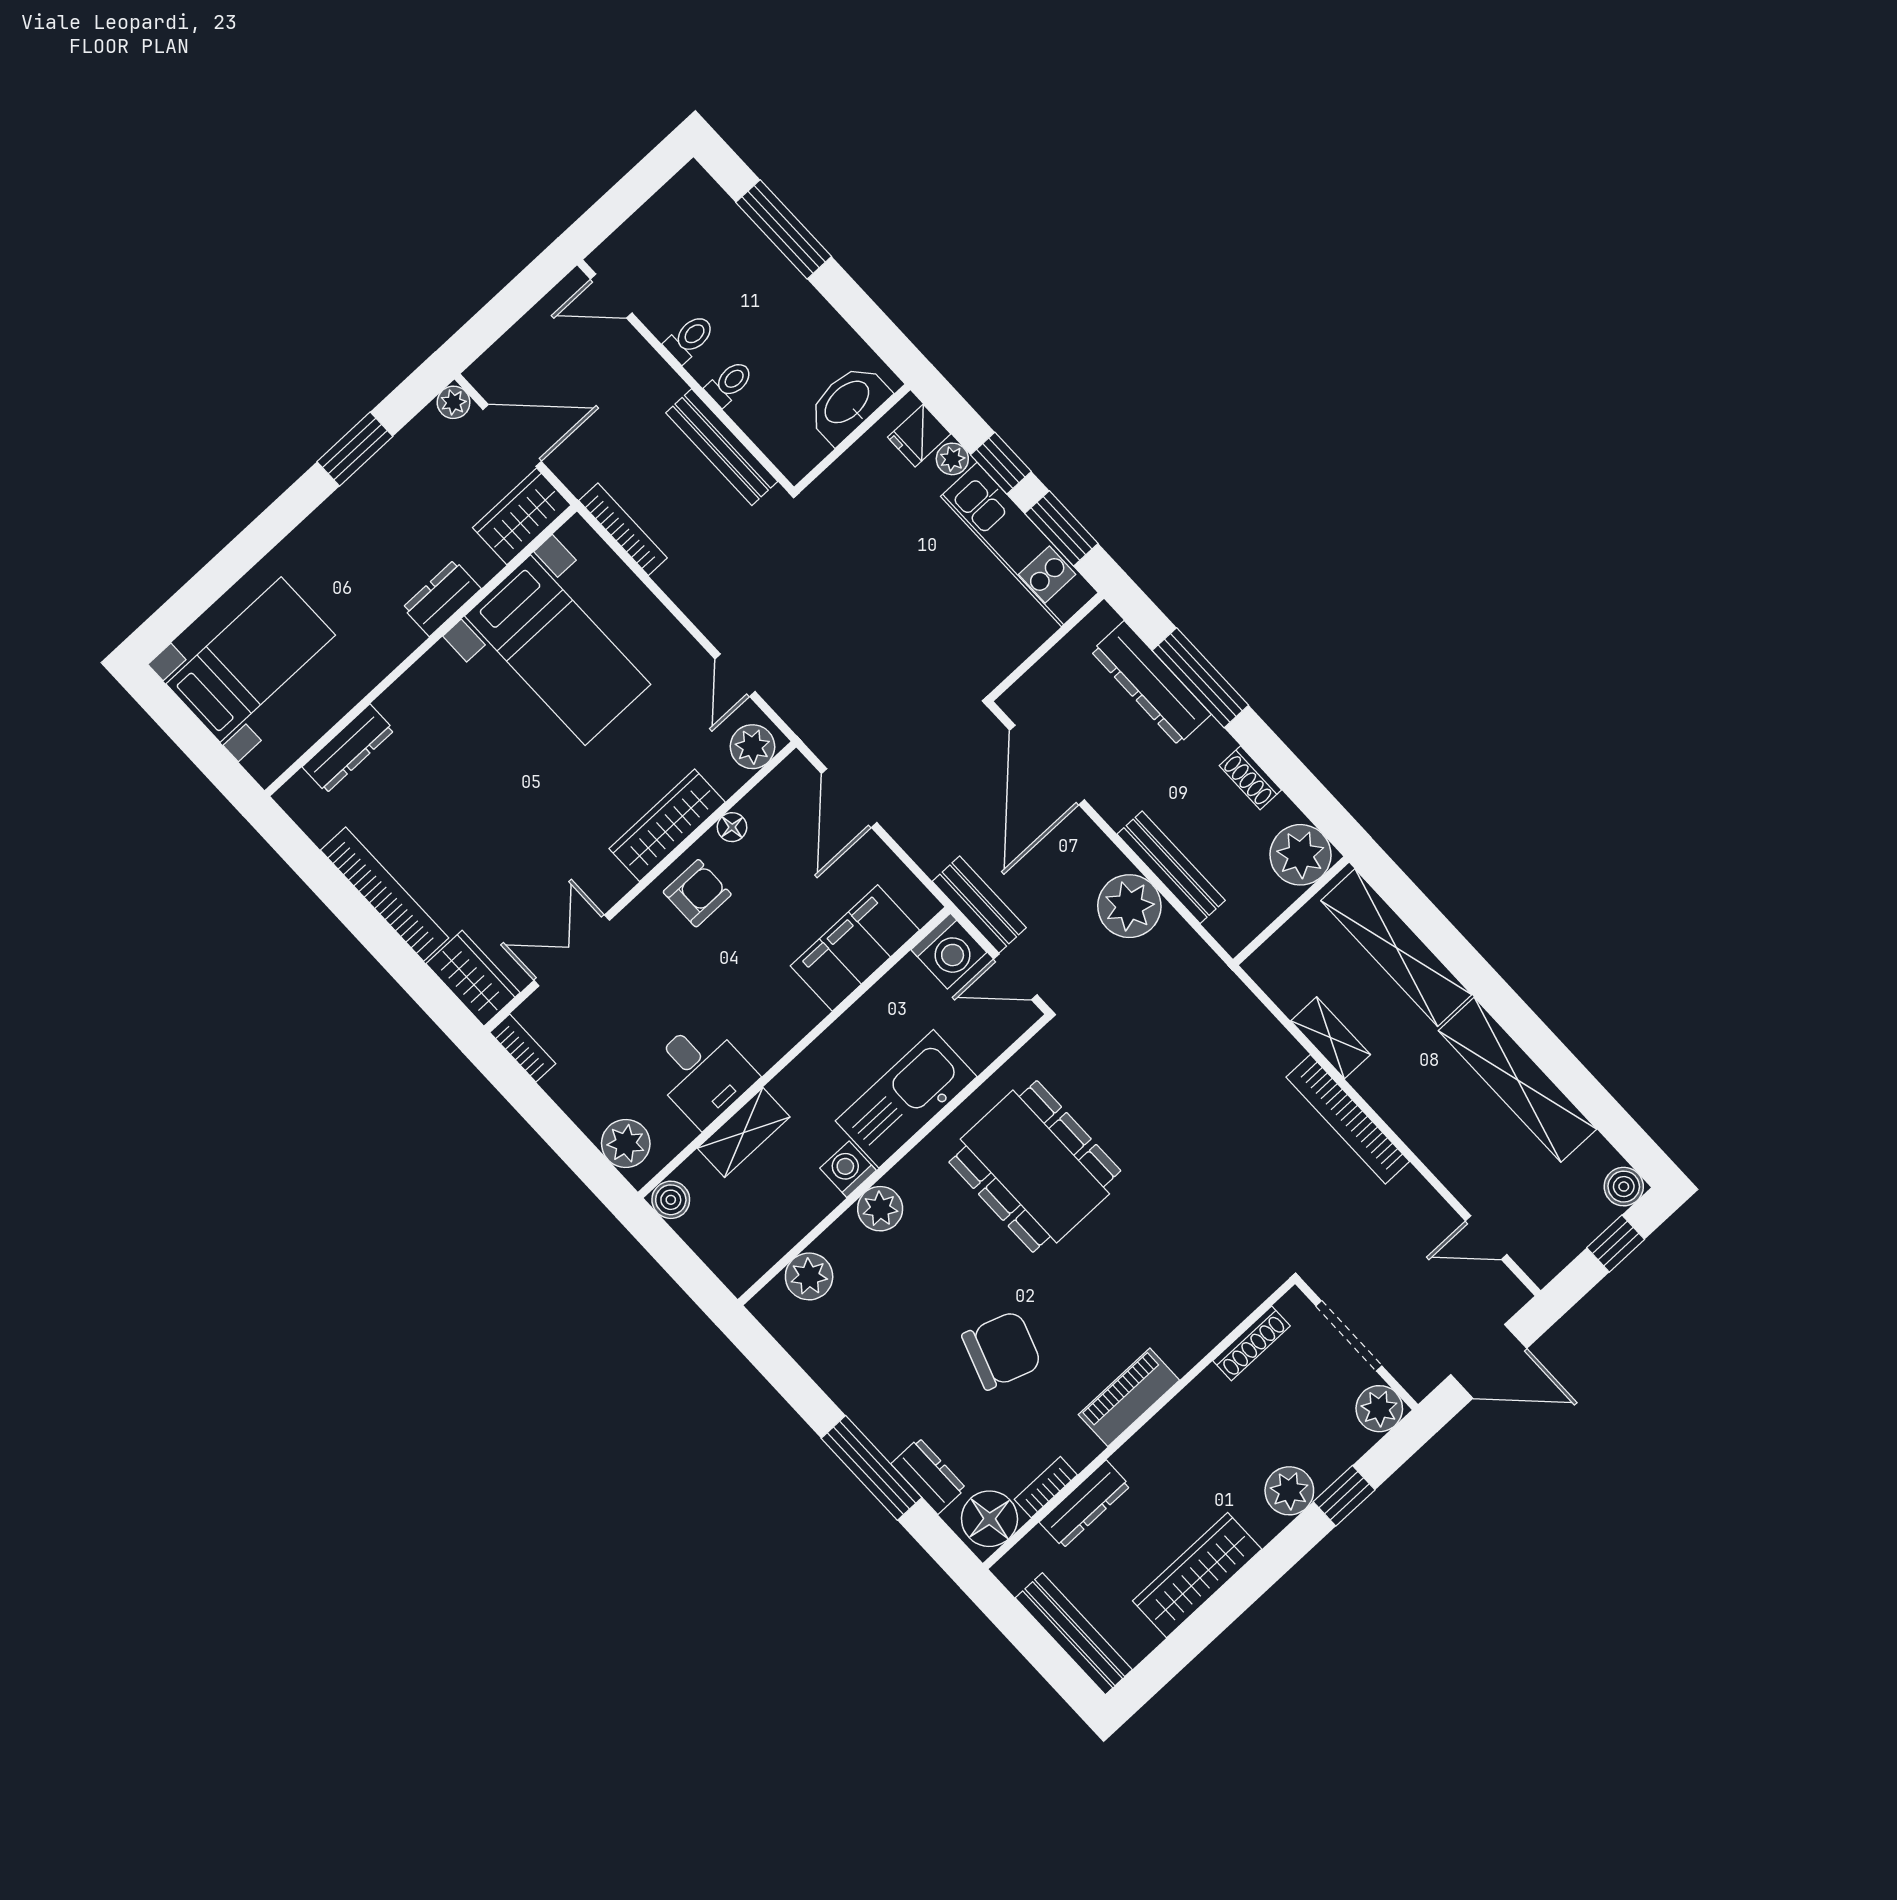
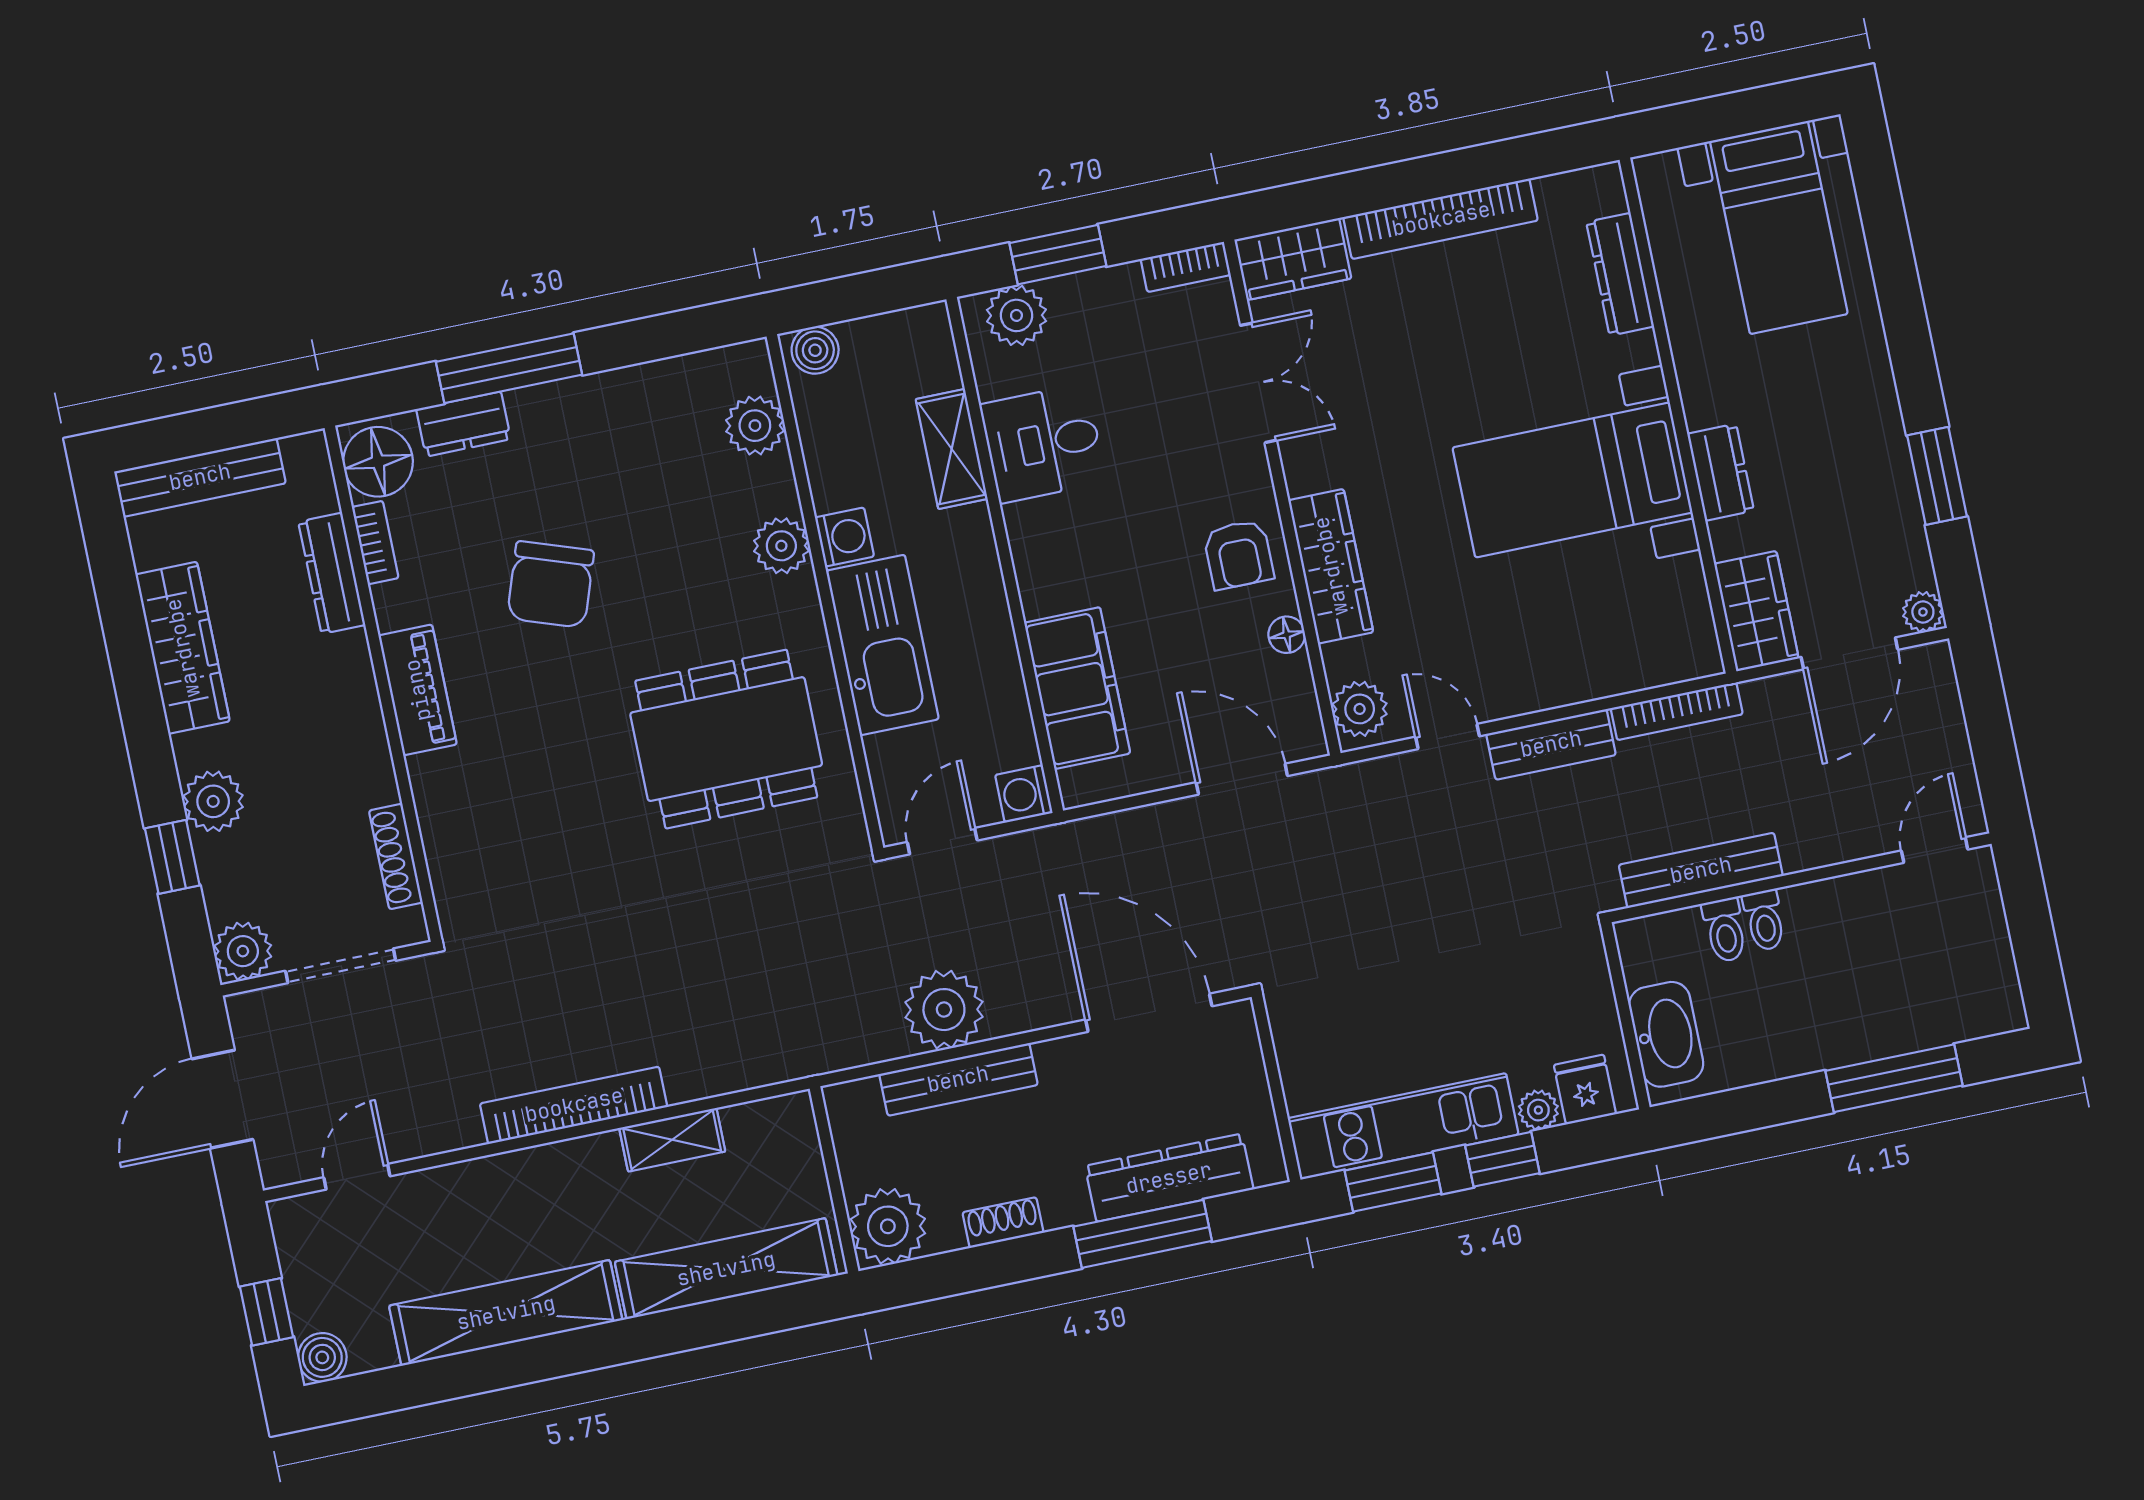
toilet: (690, 338) -> (1725, 930), moved
bed with nightstands: (558, 650) -> (1572, 480), moved
bench: (979, 904) -> (1551, 744), moved
washing machine: (949, 951) -> (1024, 794), width x0.73, depth x0.73
window: (567, 1140) -> (1058, 255), added
boiler: (671, 1200) -> (815, 350), moved

